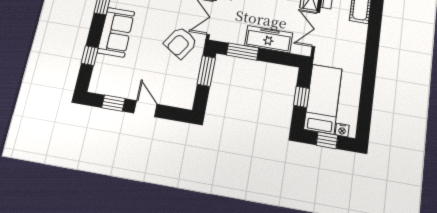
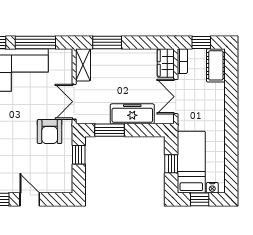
armchair: (181, 43) -> (50, 132), turned -33
window: (206, 71) -> (79, 155), width x0.67

